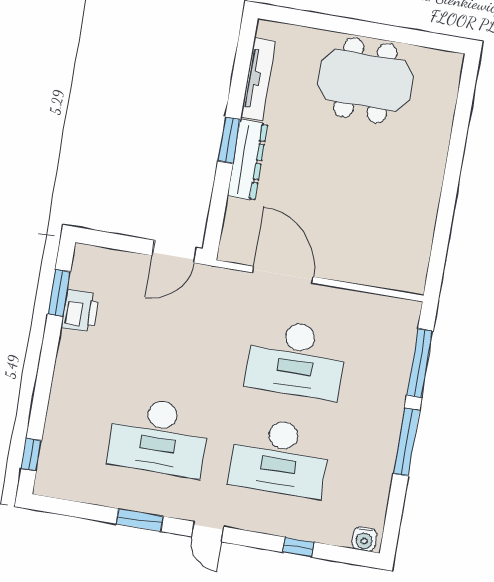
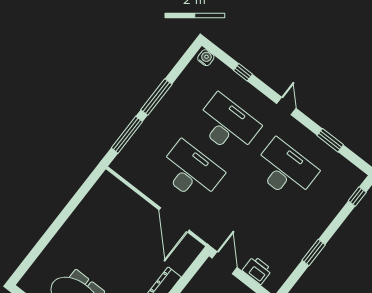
door: (174, 252) -> (225, 263), hinge flipped
window: (59, 293) -> (314, 252), moved
printer: (80, 311) -> (257, 270), moved, turned 90
window: (140, 520) -> (330, 140), moved

